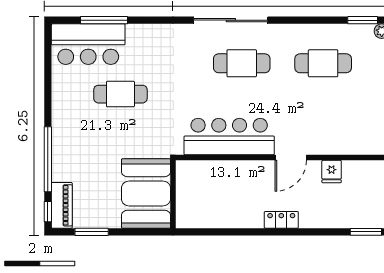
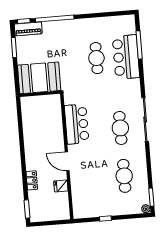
bar counter: (88, 44) -> (126, 57), moved
bar counter: (229, 137) -> (77, 124), width x0.73
locker: (281, 220) -> (32, 180), moved

